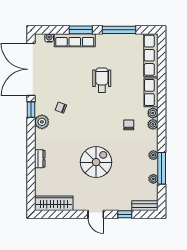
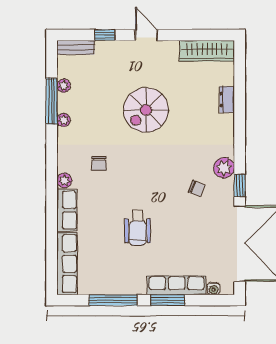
plant: (153, 124) -> (64, 164), removed
dresser: (40, 159) -> (227, 99), moved

